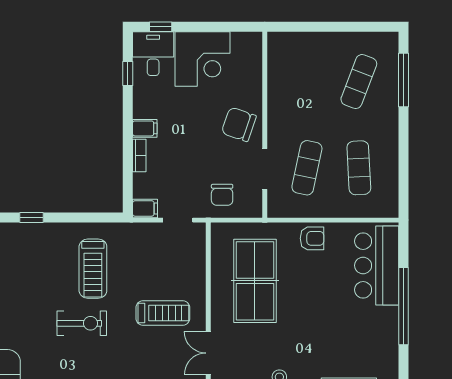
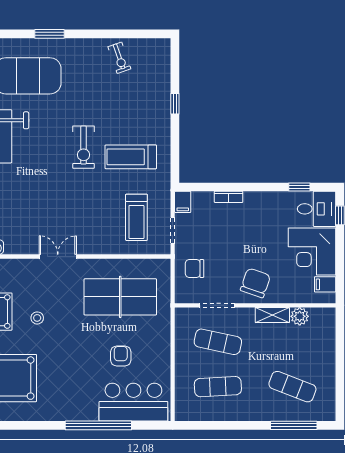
plant: (277, 73) -> (300, 316), added
shelving: (276, 105) -> (272, 315), added
filing cabinet: (145, 128) -> (325, 284), moved, turned 90
armchair: (312, 238) -> (121, 356), moved, turned 180
treadmill: (163, 313) -> (136, 217), moved

